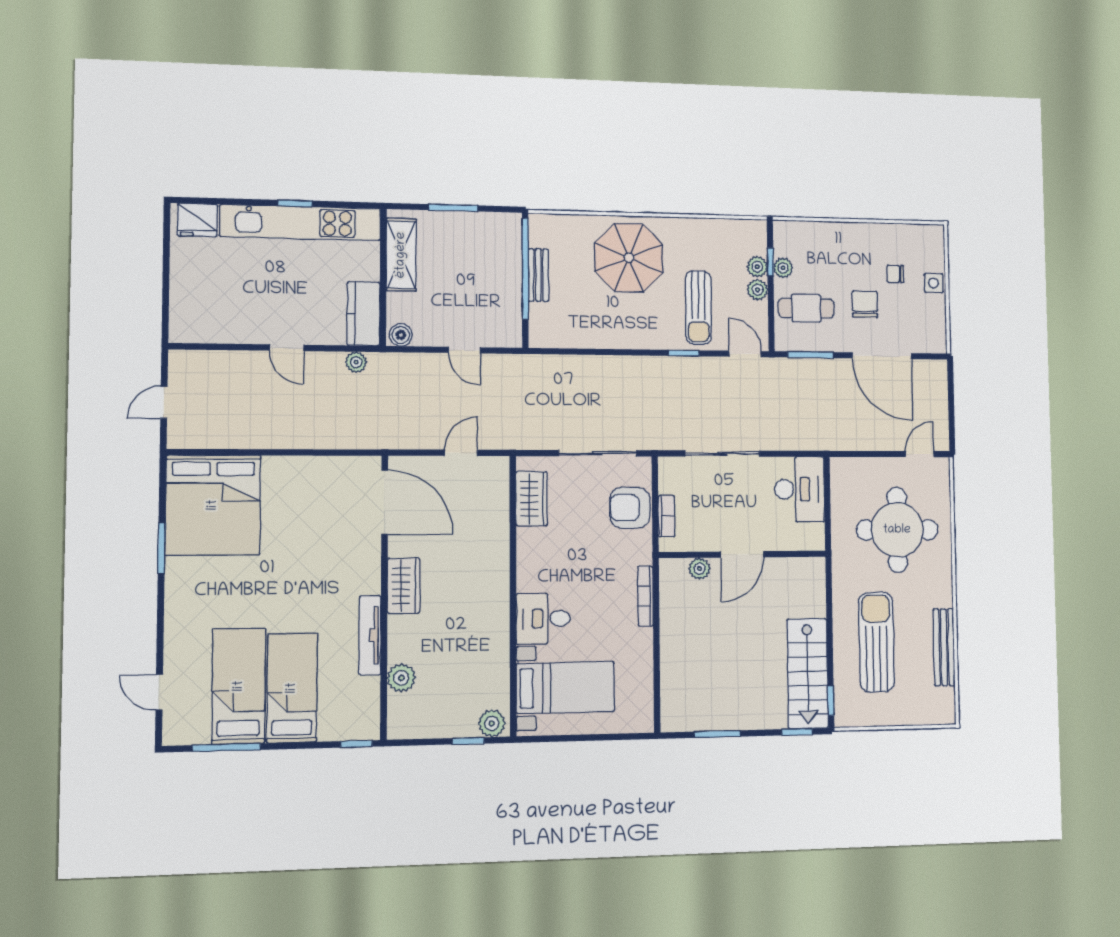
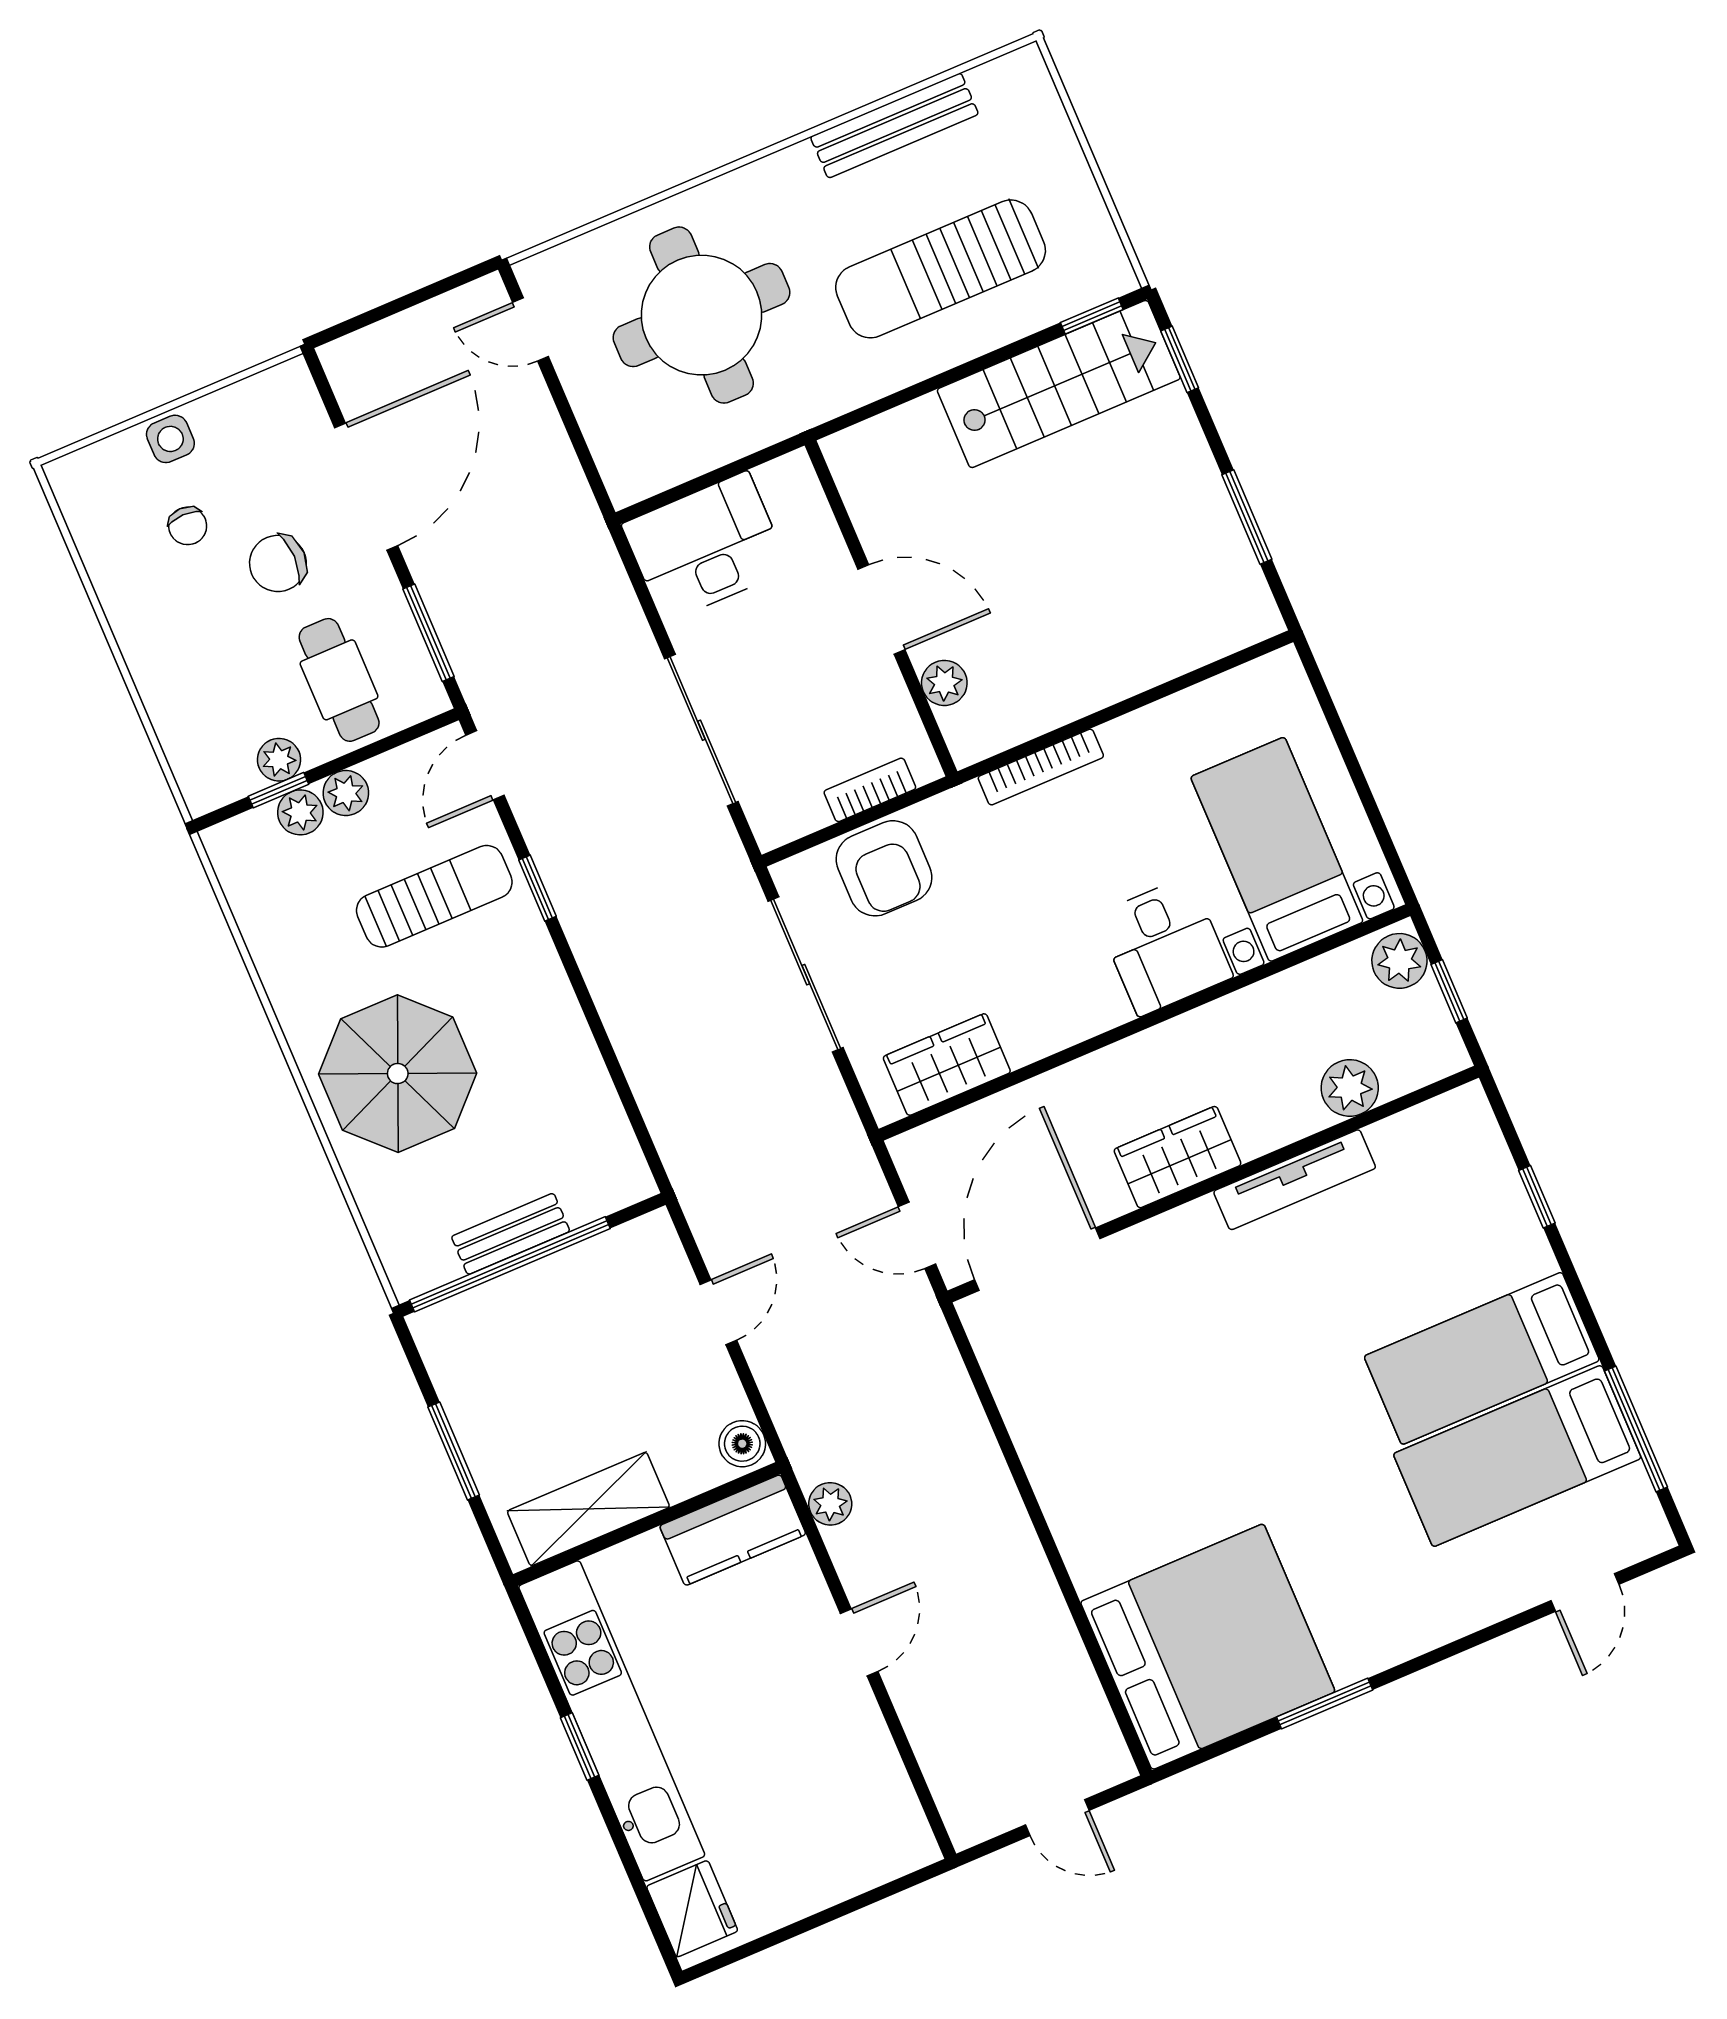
door: (385, 502) -> (1037, 1259), moved
wardrobe: (404, 586) -> (1178, 1157), moved
wall: (384, 597) -> (1213, 1184), moved
tv unit: (370, 635) -> (1295, 1180), moved
plant: (401, 678) -> (1350, 1088), moved

